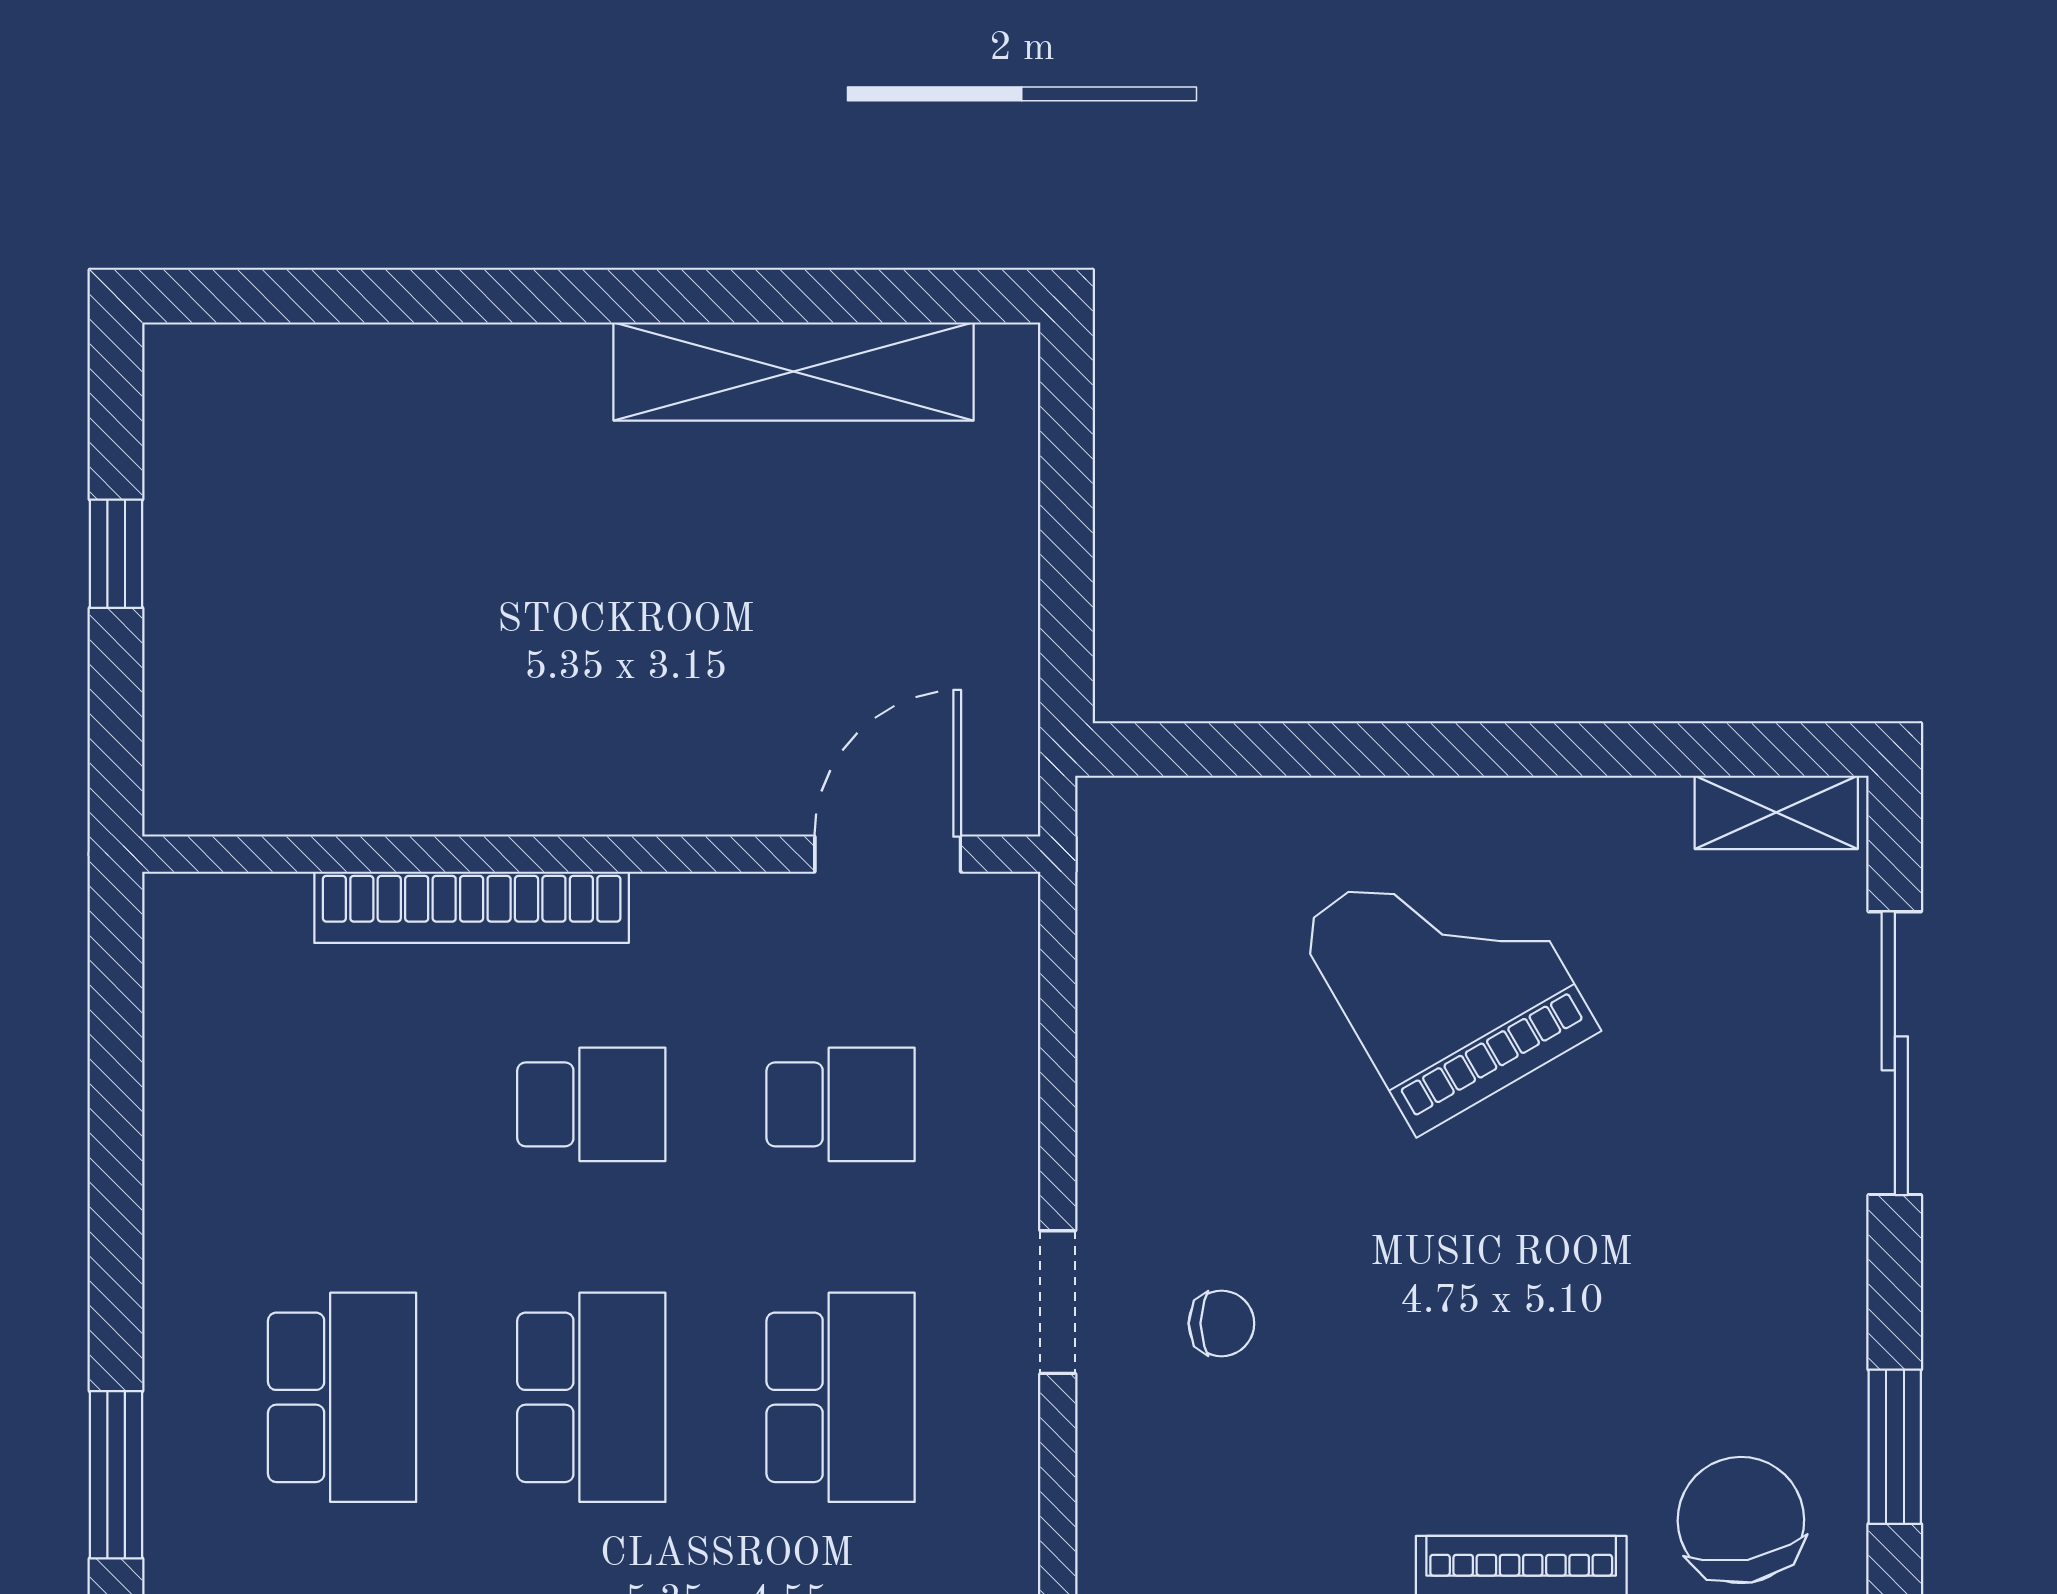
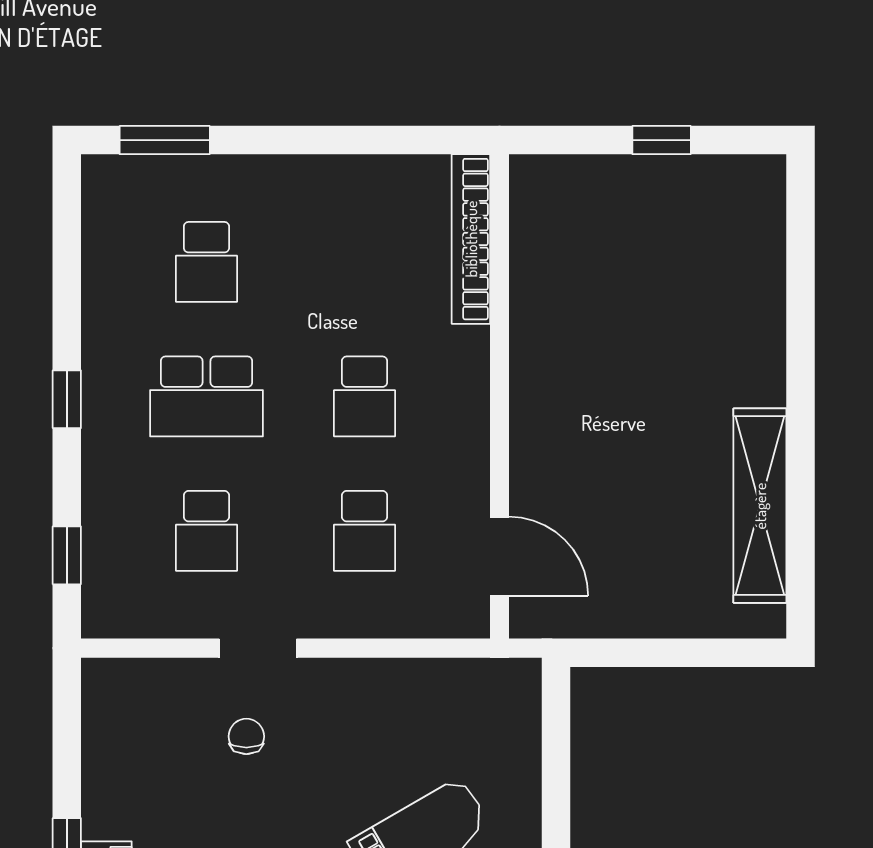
bookcase: (472, 907) -> (471, 239), moved
chair: (1221, 1323) -> (246, 736), turned 180
school desk: (342, 1397) -> (206, 262), width x0.54
school desk: (841, 1397) -> (206, 531), width x0.54

